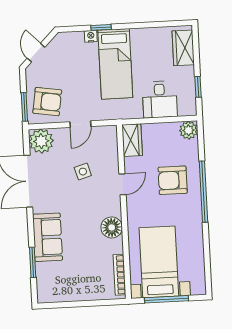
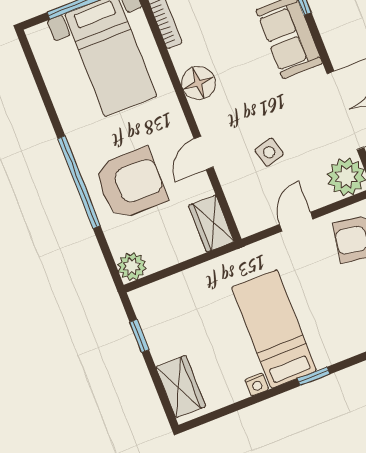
nightstand: (91, 36) -> (257, 385), moved
desk: (160, 99) -> (190, 298), removed
armchair: (173, 180) -> (131, 184), width x1.36, depth x1.36

